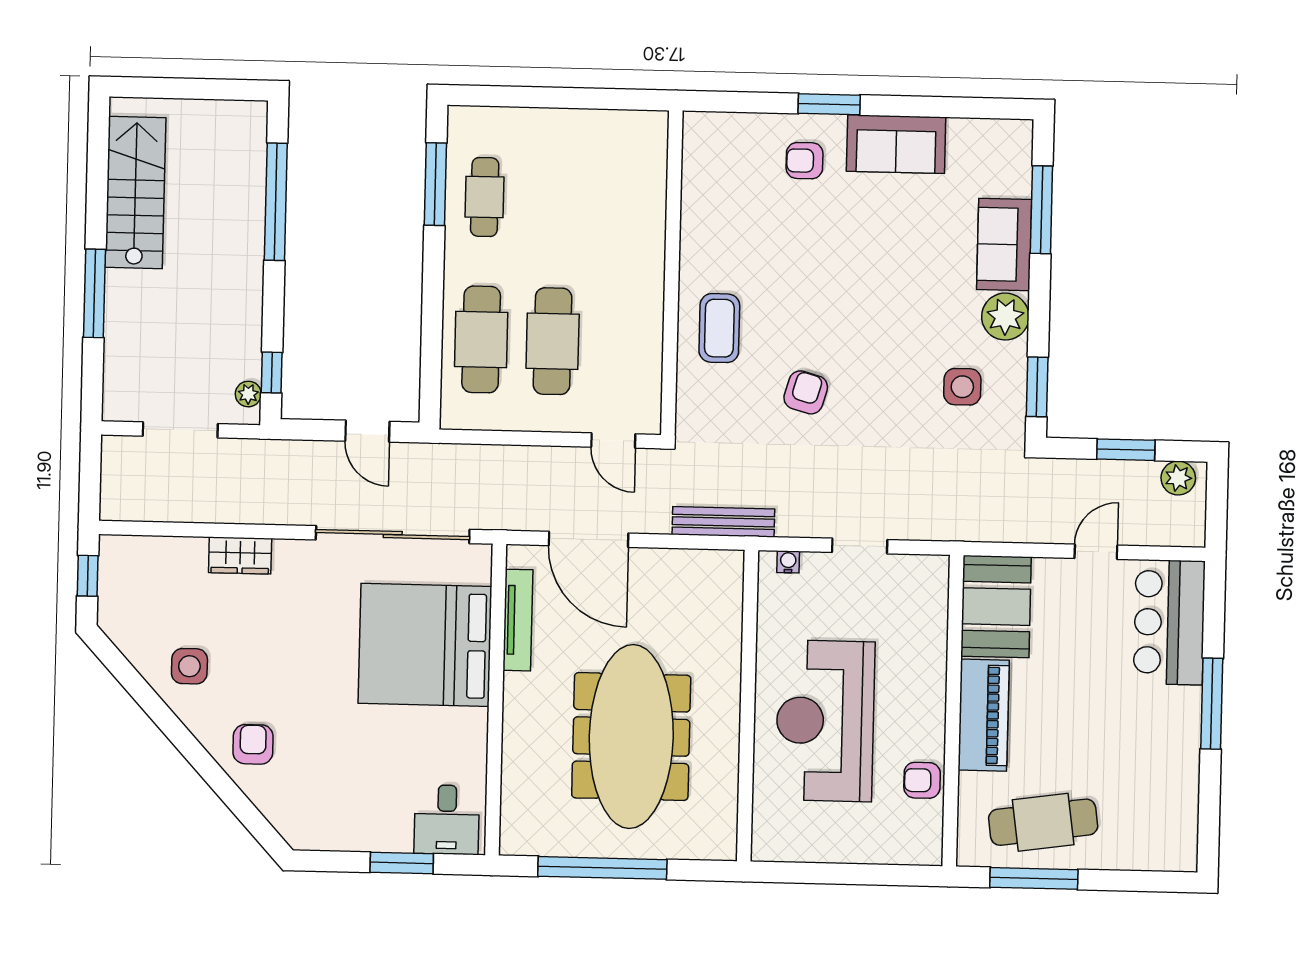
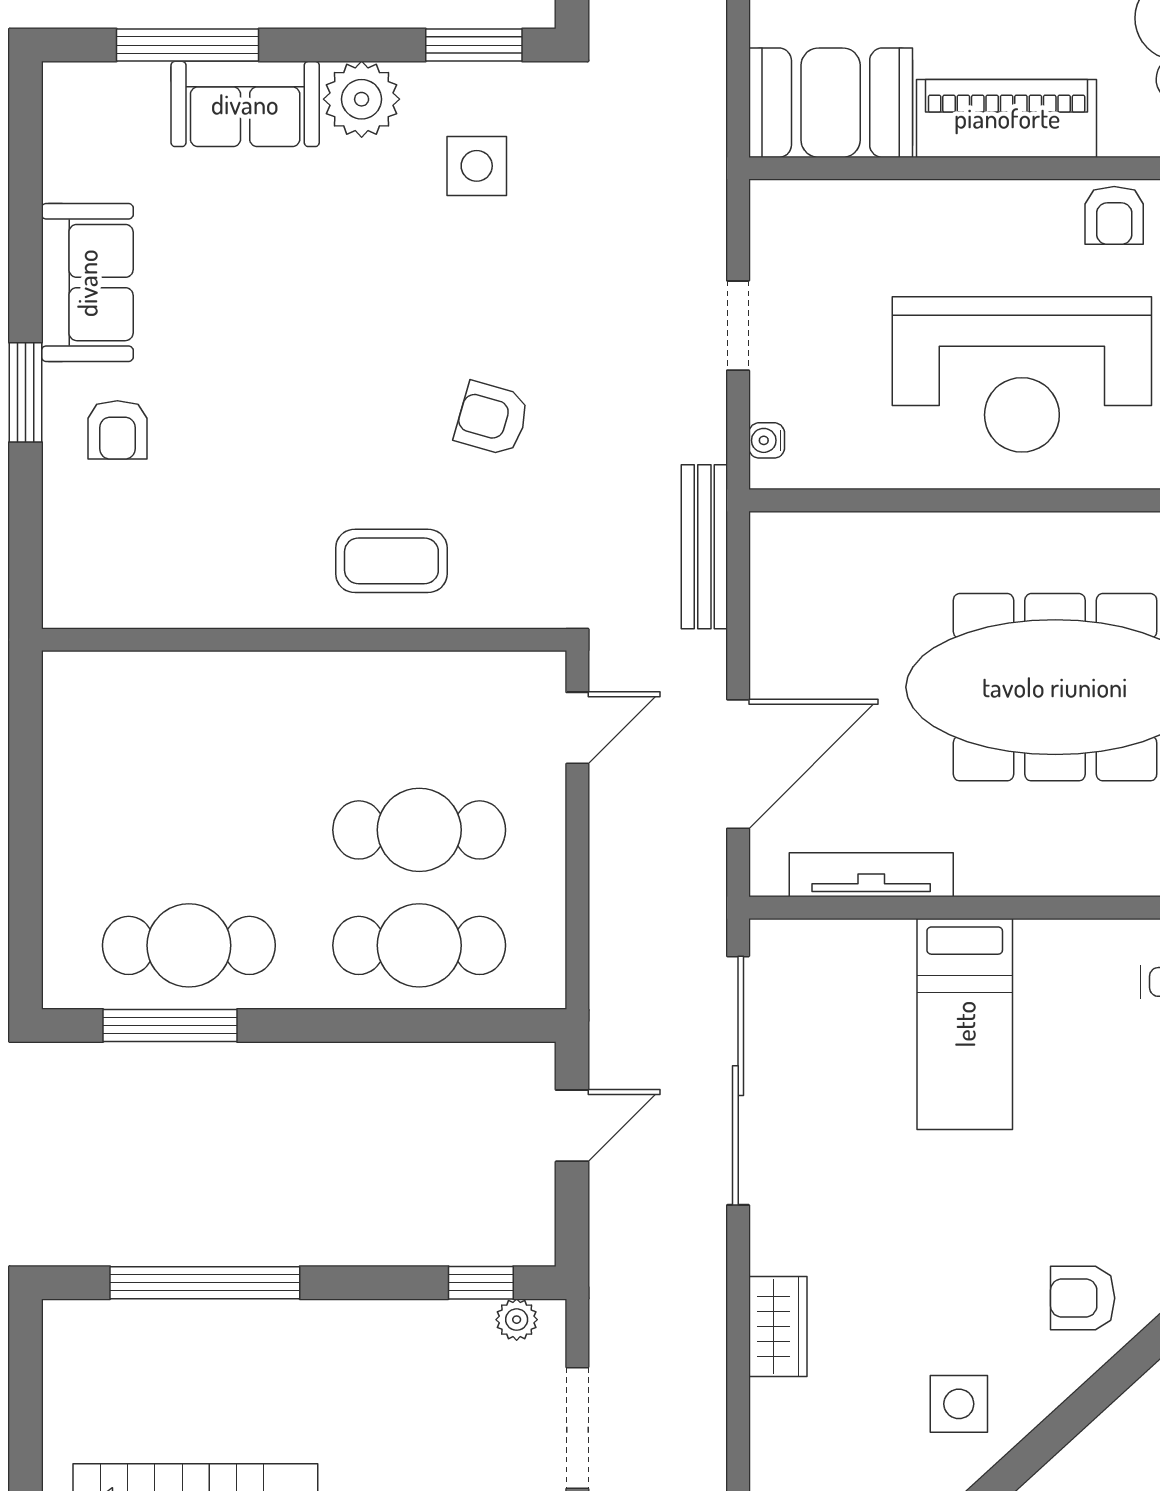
cafe table: (485, 197) -> (189, 945), width x1.37, depth x1.35
bed: (425, 645) -> (965, 1024), width x0.49

